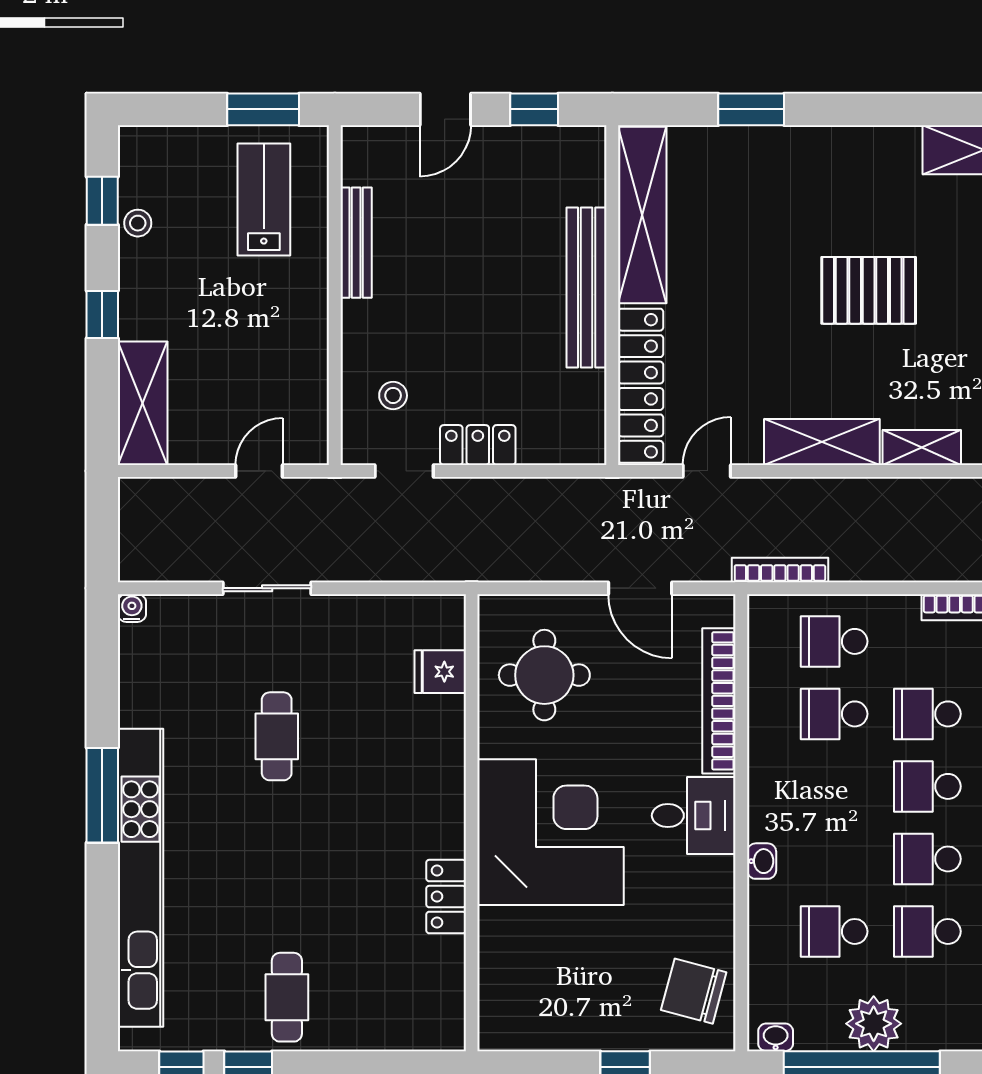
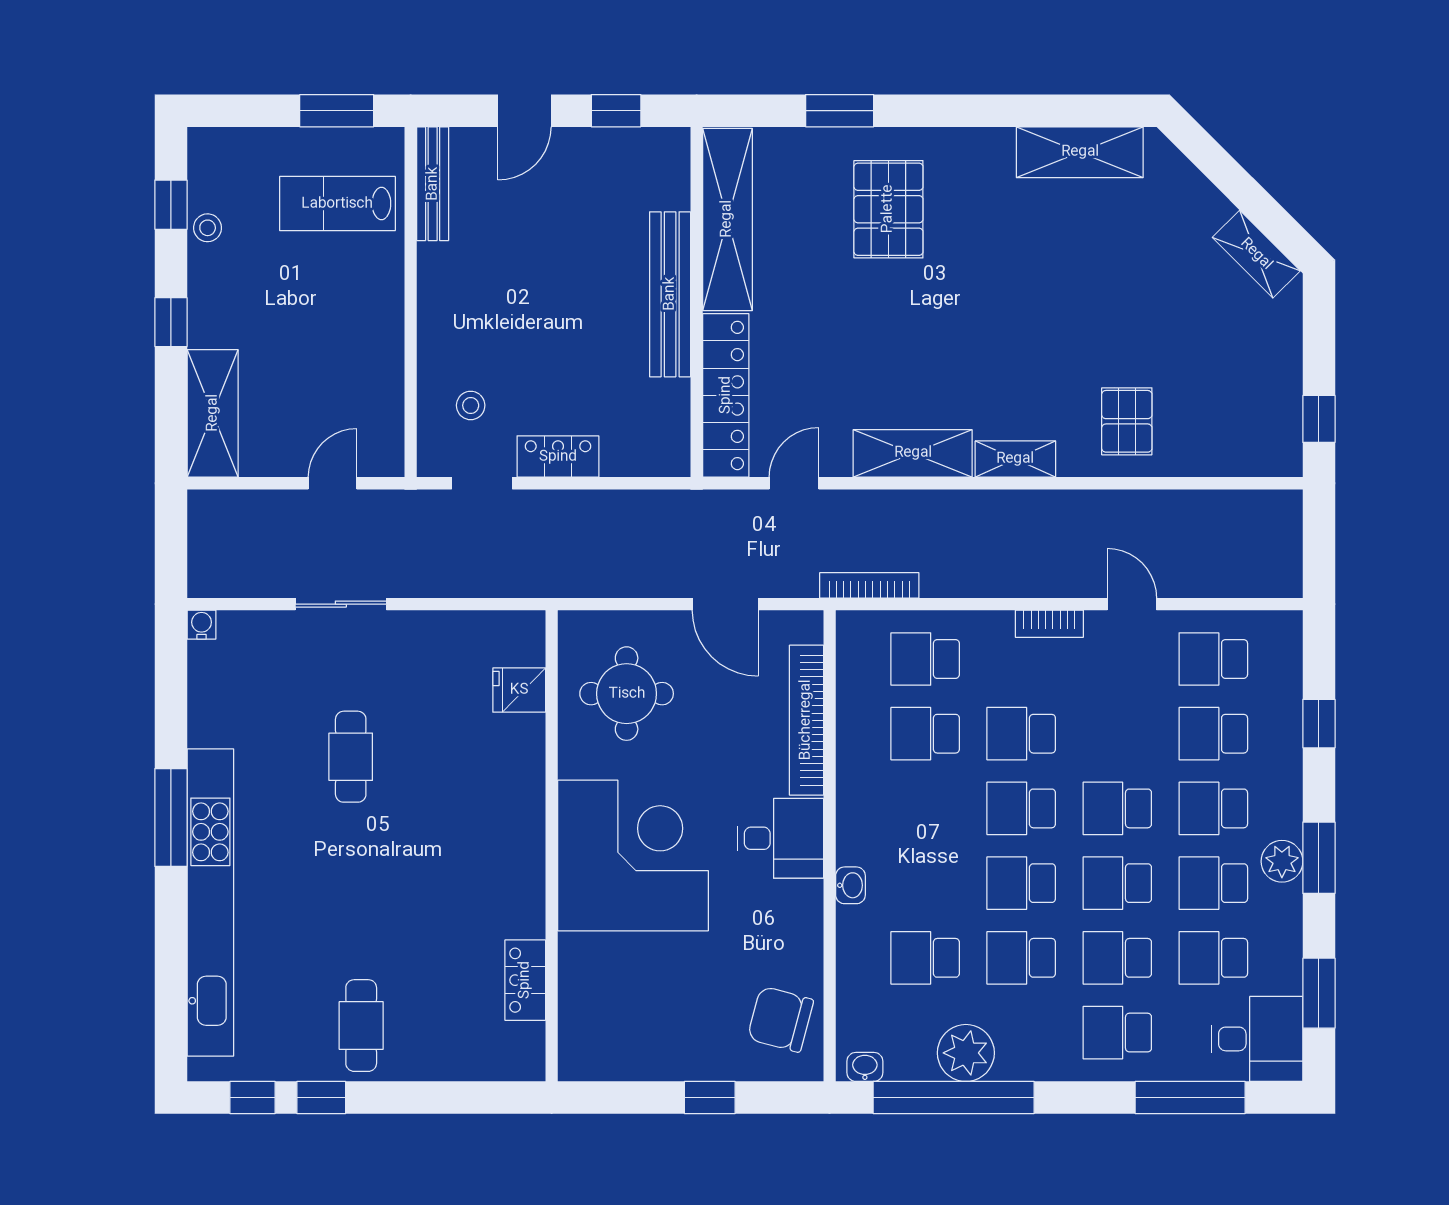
lab bench: (264, 199) -> (337, 204), turned -90
bench: (356, 243) -> (433, 184), moved
pallet: (869, 290) -> (888, 209), moved, turned 90
locker: (446, 897) -> (525, 980), moved

